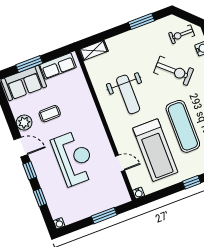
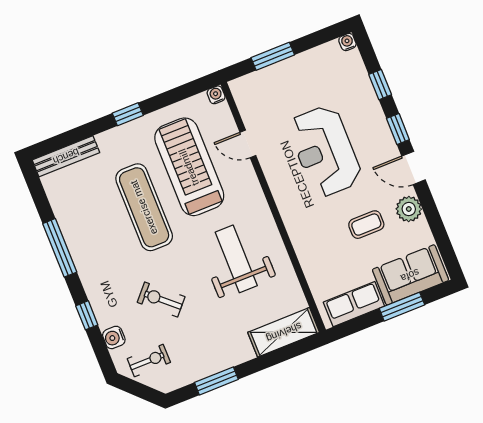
shelving: (94, 50) -> (284, 332), width x1.50, depth x1.33
exercise bike: (174, 71) -> (161, 300), width x0.73, depth x0.72

